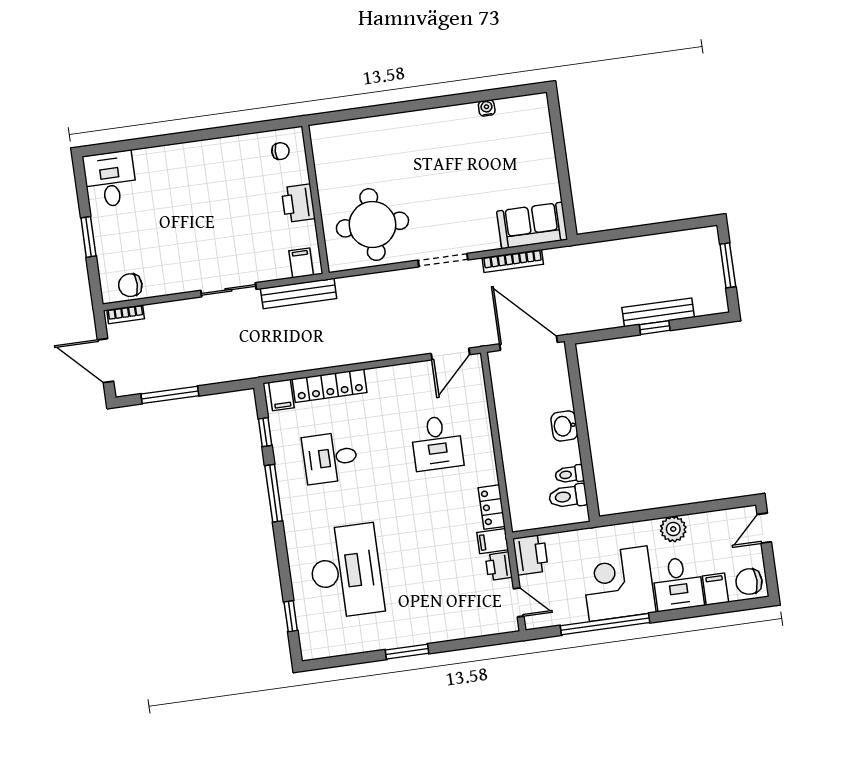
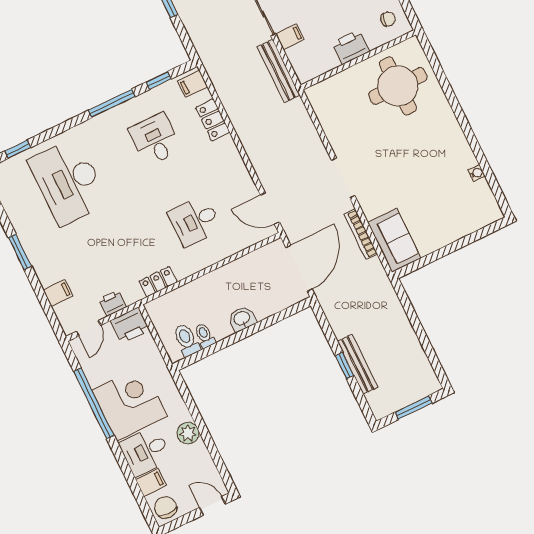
chair: (280, 151) -> (388, 19), turned -76
round table: (372, 225) -> (398, 86), moved
filing cabinet: (301, 263) -> (290, 37), moved
locker: (329, 386) -> (213, 120), width x0.66
filing cabinet: (493, 541) -> (58, 293), moved, turned 90
desk: (346, 571) -> (68, 182), turned 90

